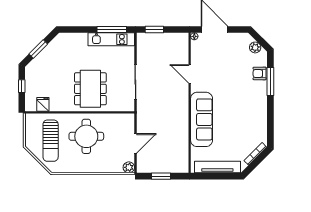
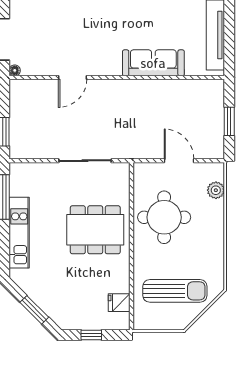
kitchen unit: (111, 39) -> (19, 233), moved
sofa: (202, 119) -> (153, 63), width x0.74, depth x0.79
round table: (86, 136) -> (164, 217), moved
plant: (129, 167) -> (216, 190), moved

